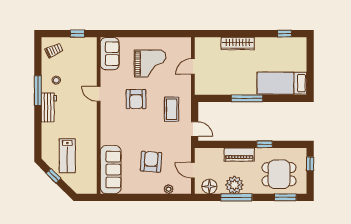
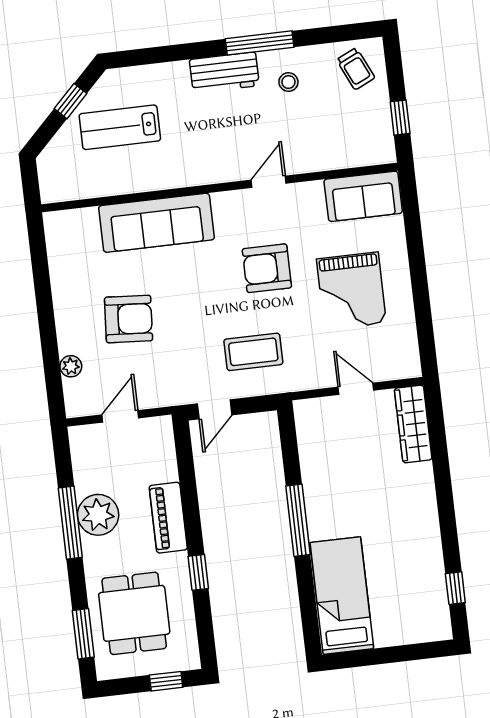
wardrobe: (238, 43) -> (413, 424), moved
sofa: (111, 170) -> (156, 223), moved
floor lamp: (209, 186) -> (88, 458), removed

